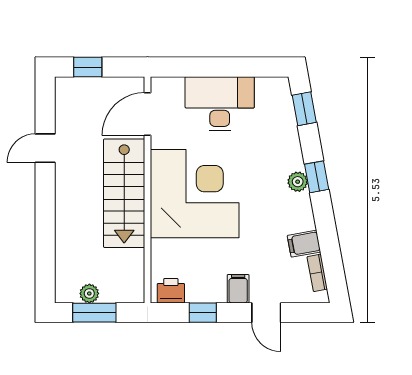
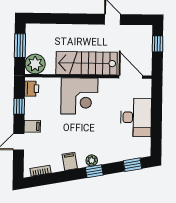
corner desk: (195, 194) -> (79, 96), width x0.74, depth x0.74
filing cabinet: (304, 244) -> (70, 161), moved
plant: (89, 293) -> (35, 64), moved, width x1.88, depth x1.88

